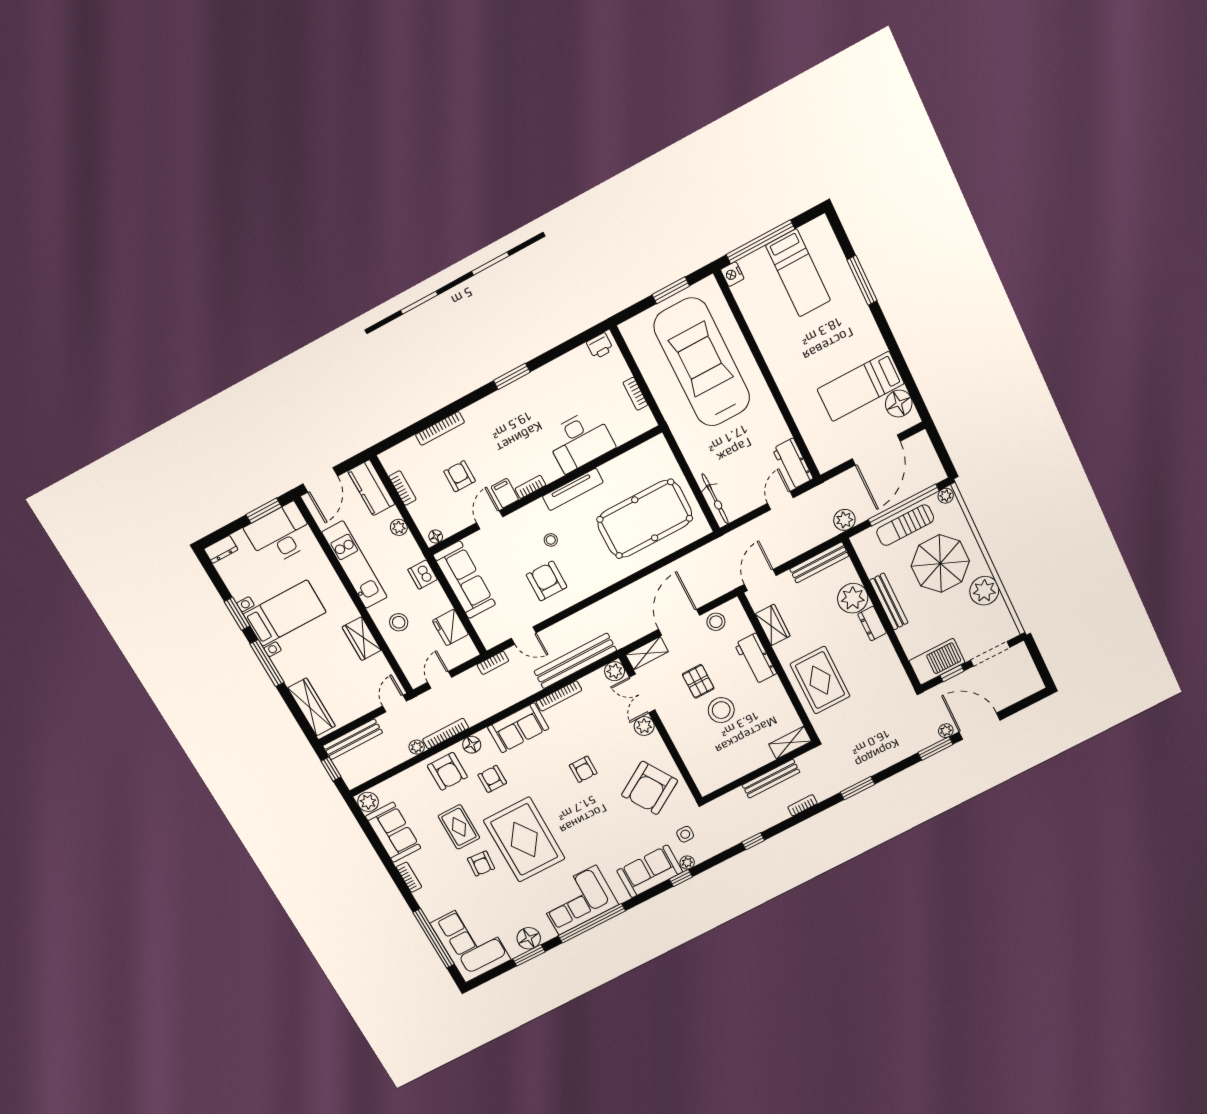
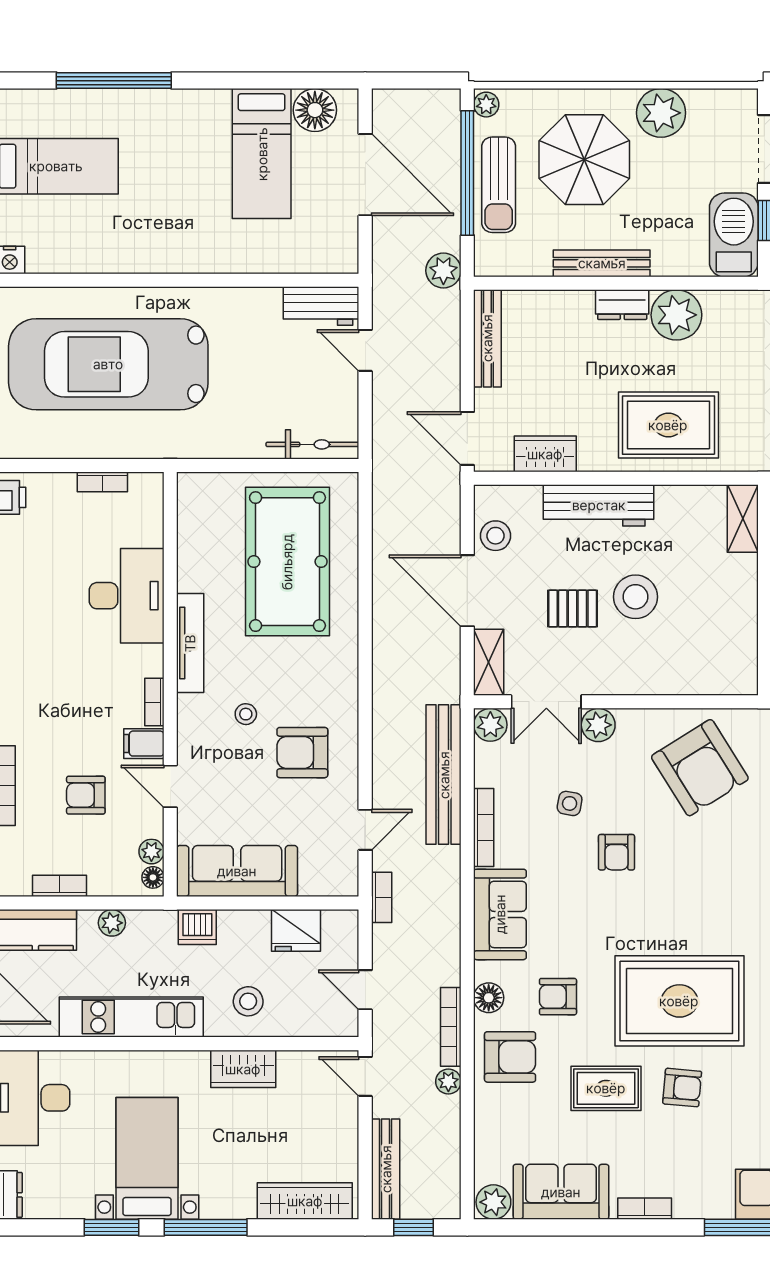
window: (862, 280) -> (114, 81), width x1.46
plant: (449, 528) -> (151, 852), added
plant: (853, 598) -> (676, 315), moved
workbench: (756, 659) -> (599, 505), width x1.38
side table: (595, 733) -> (570, 803), added
armchair: (583, 769) -> (616, 852), turned 90

